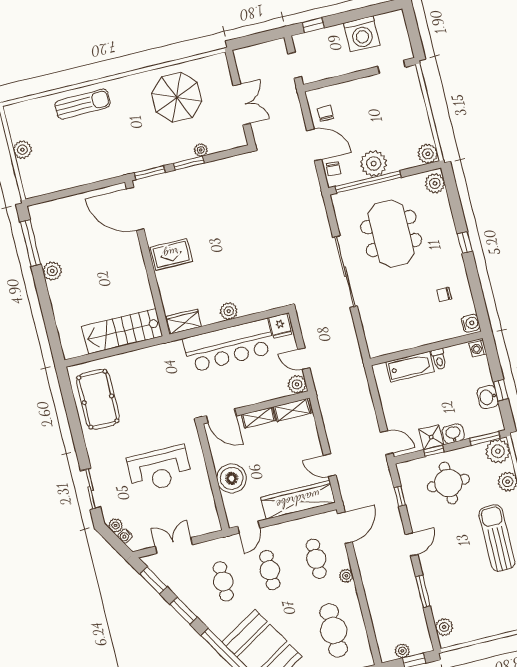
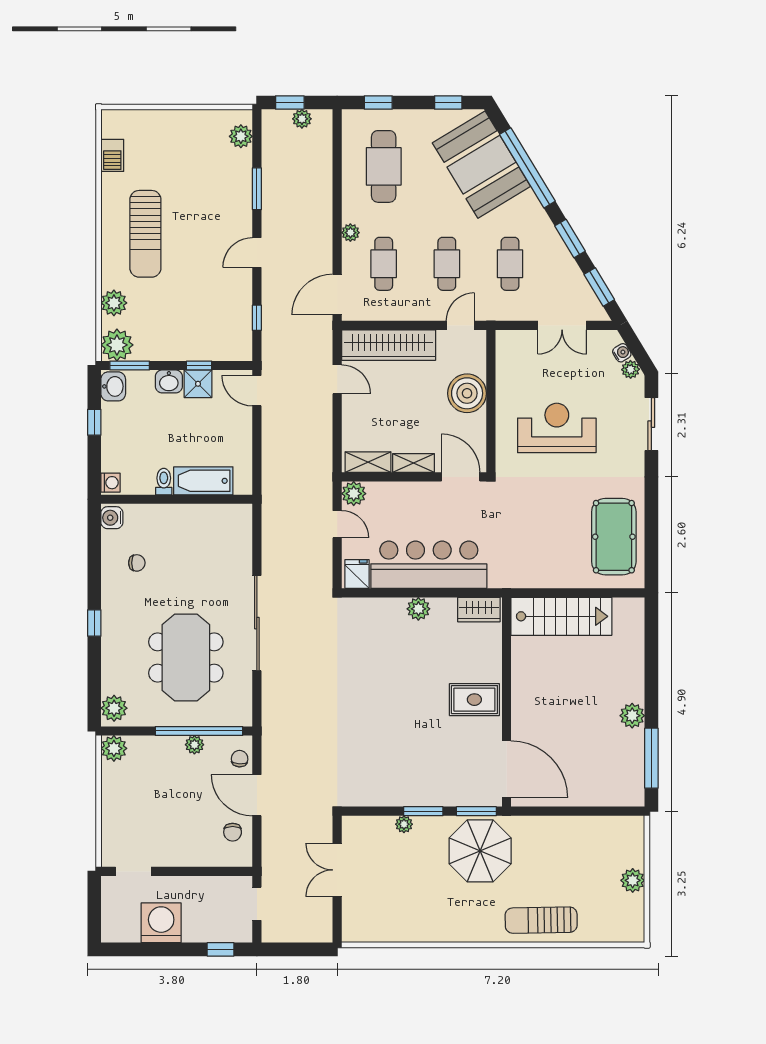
parasol: (177, 97) -> (480, 851), moved
plant: (374, 163) -> (194, 745), width x0.53, depth x0.53
washbasin: (488, 397) -> (113, 386), moved
round table: (448, 483) -> (190, 320), removed

